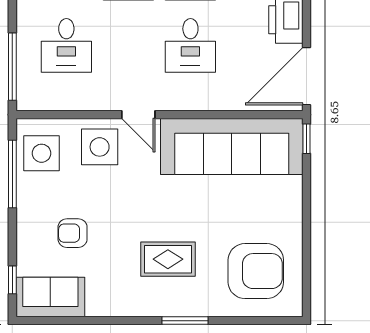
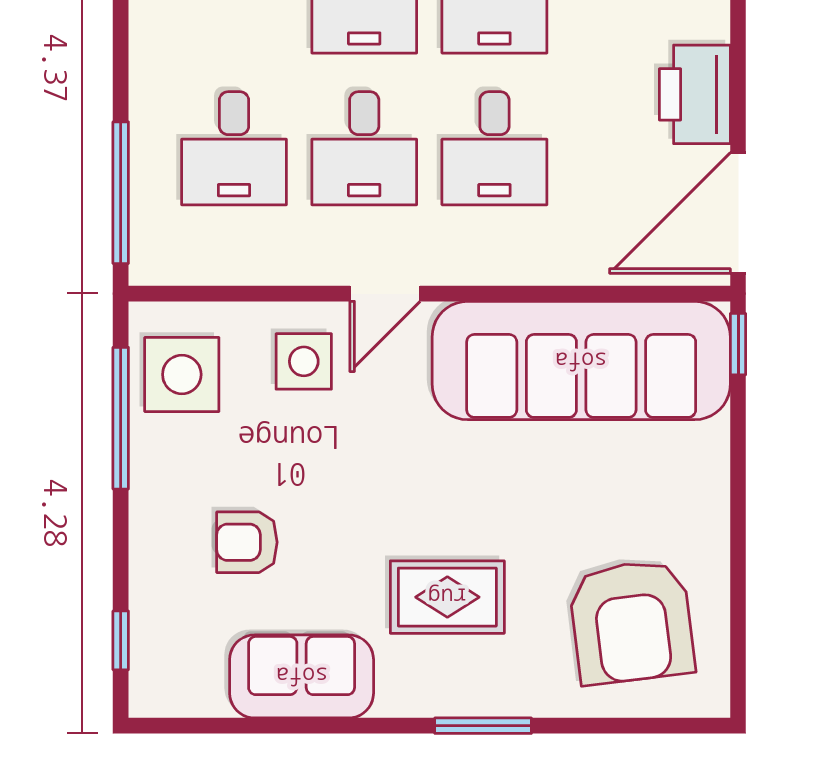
desk: (128, 45) -> (364, 148), added
door: (138, 115) -> (385, 294), hinge flipped
side table: (100, 147) -> (304, 361), width x0.73, depth x0.73
armchair: (256, 271) -> (632, 622), turned 83
sofa: (50, 297) -> (302, 676), moved

